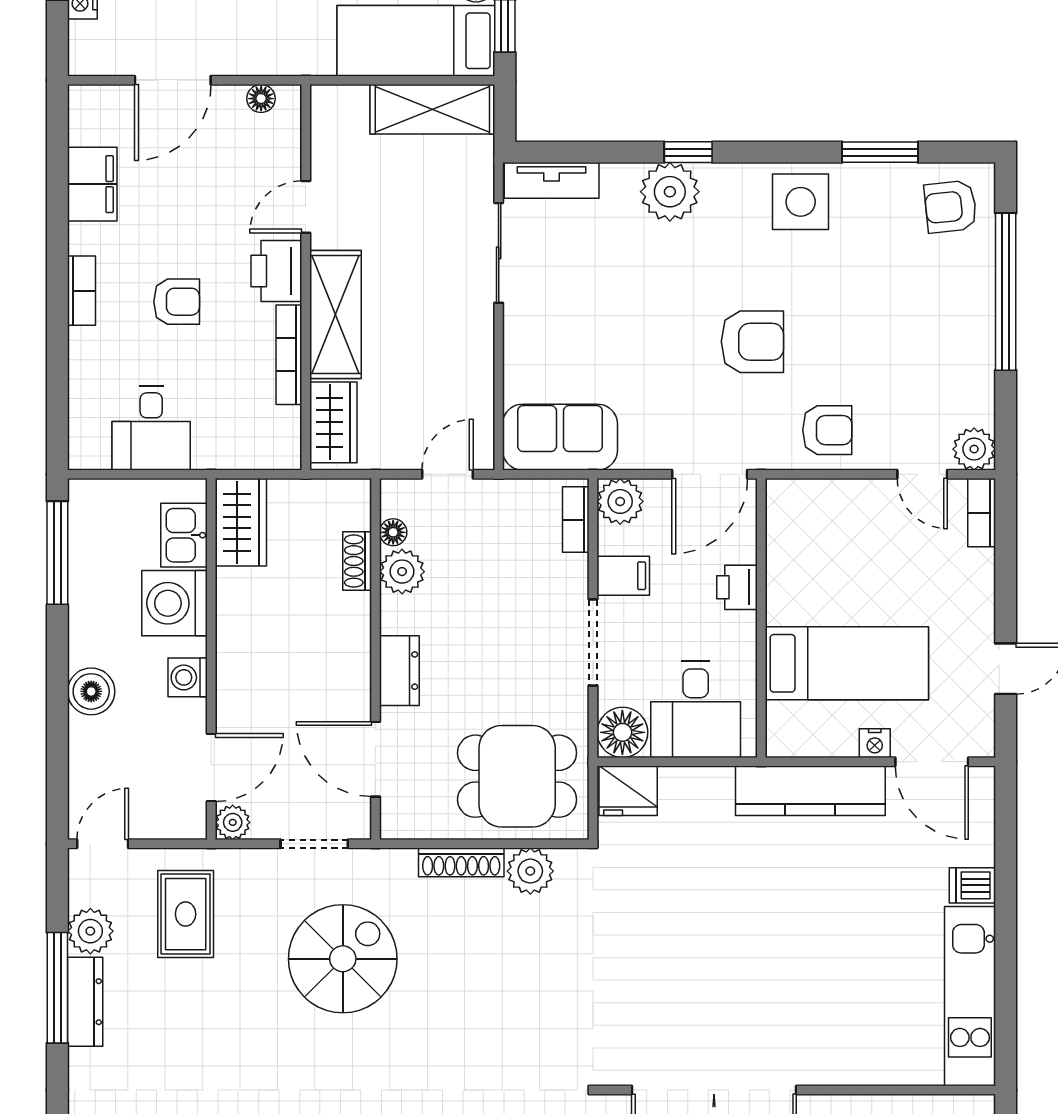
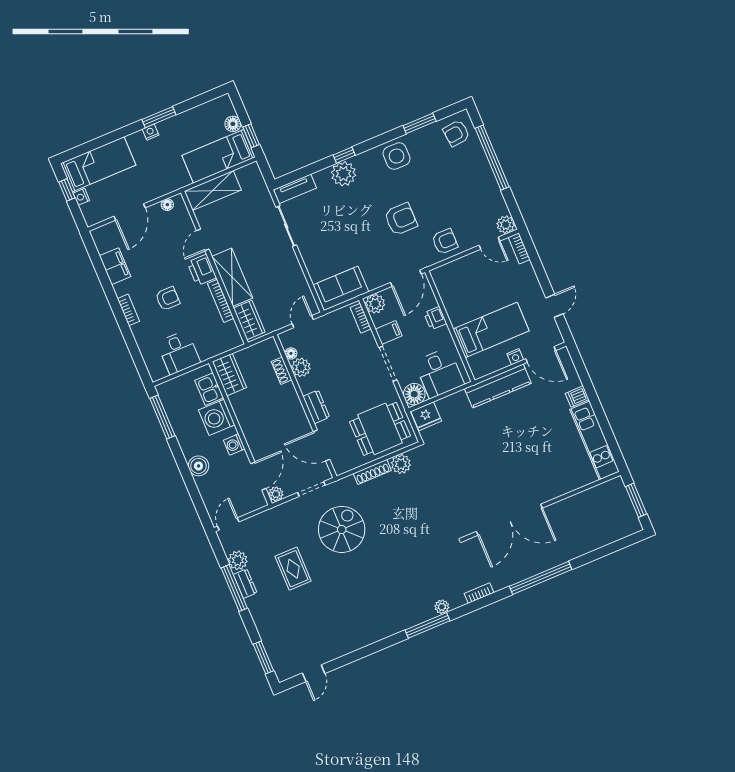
shelving: (432, 109) -> (213, 191), moved
rug: (186, 914) -> (293, 569), moved
dresser: (85, 1002) -> (245, 584), width x0.70

